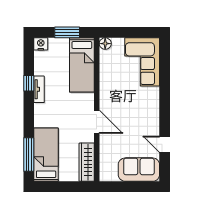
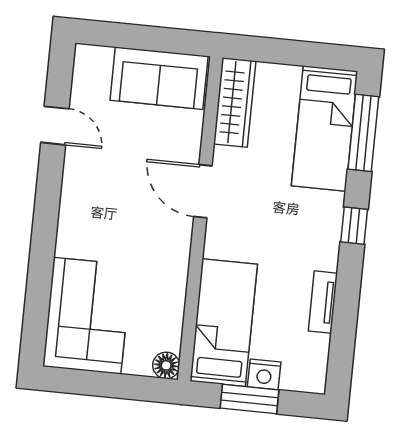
nightstand: (41, 44) -> (264, 374), moved
window: (29, 83) -> (354, 226), moved
tv unit: (39, 89) -> (323, 302), moved
sofa: (139, 170) -> (159, 78), moved

